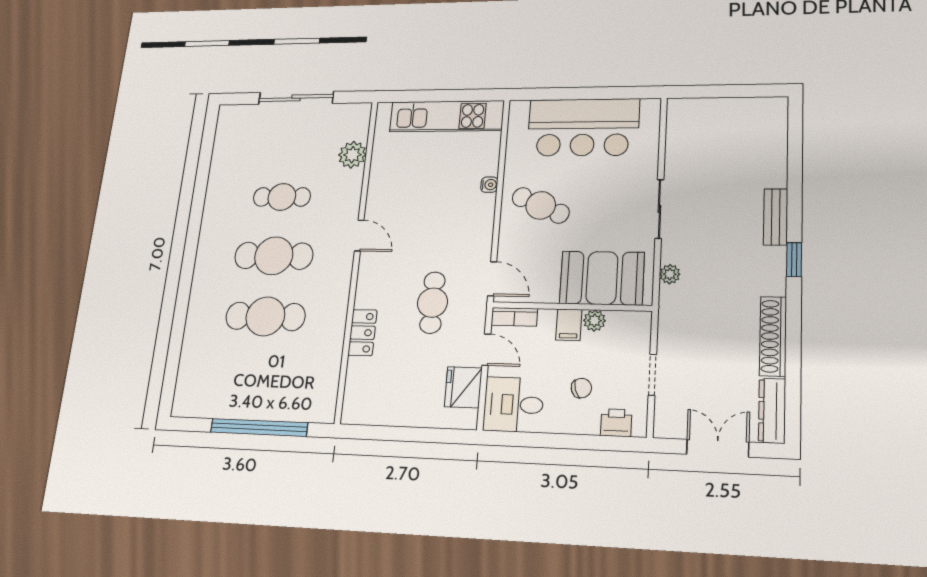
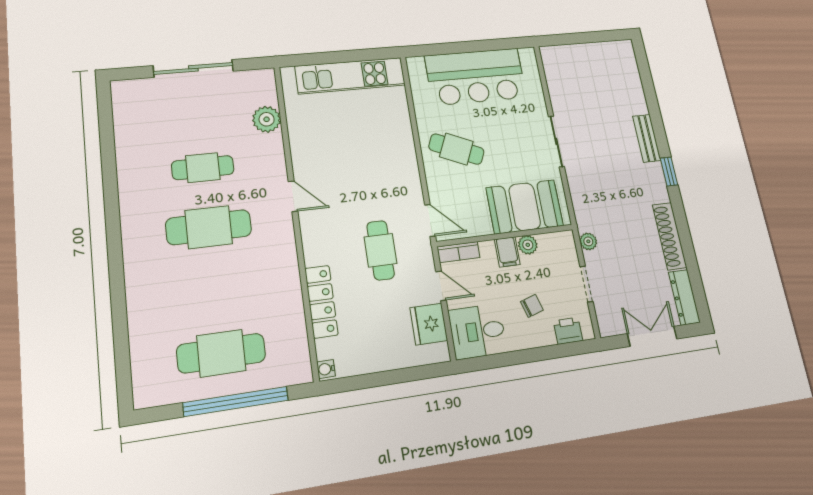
water cooler: (489, 185) -> (326, 369), moved, turned 180
plant: (670, 274) -> (588, 241), moved
cafe table: (265, 316) -> (221, 353), moved
locker: (362, 333) -> (321, 302), width x1.53

